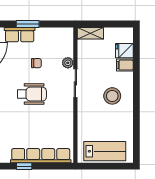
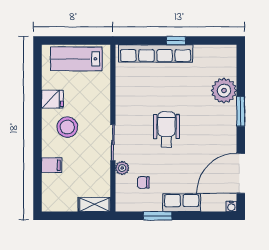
window: (28, 24) -> (158, 216), moved
fridge: (124, 51) -> (52, 99), moved
chair: (36, 63) -> (143, 182), moved
wheelchair: (32, 94) -> (166, 129), turned 90

